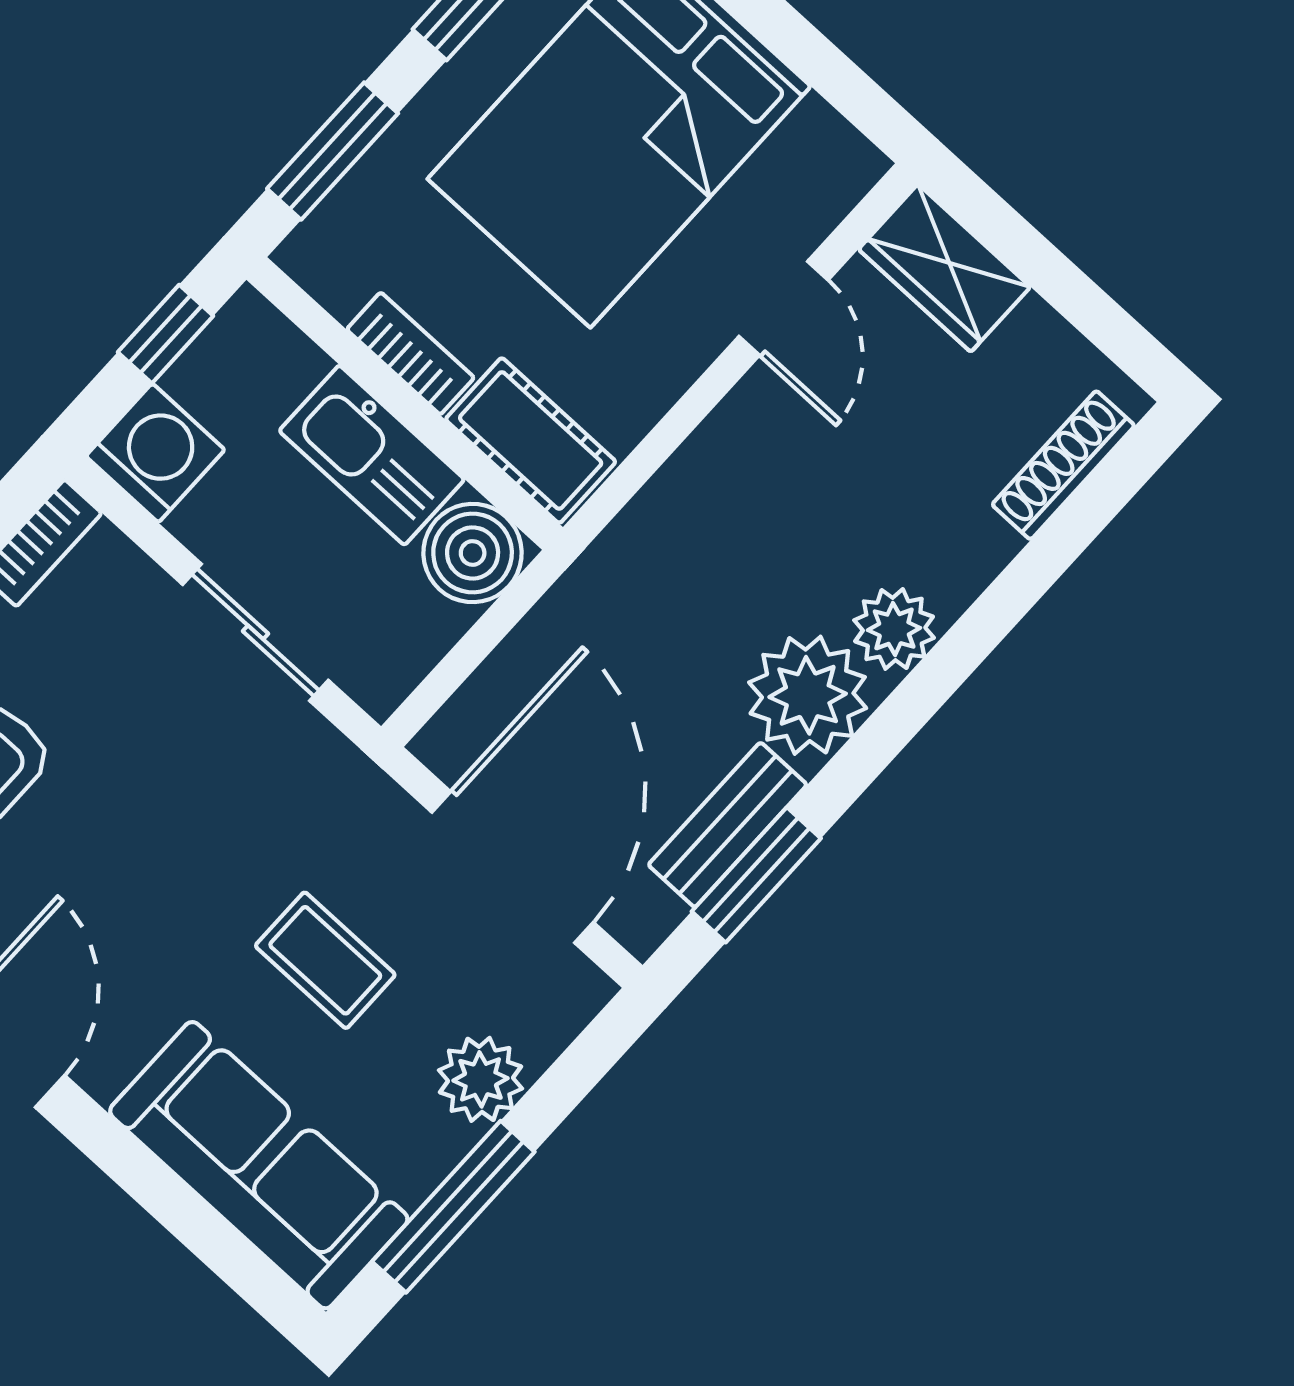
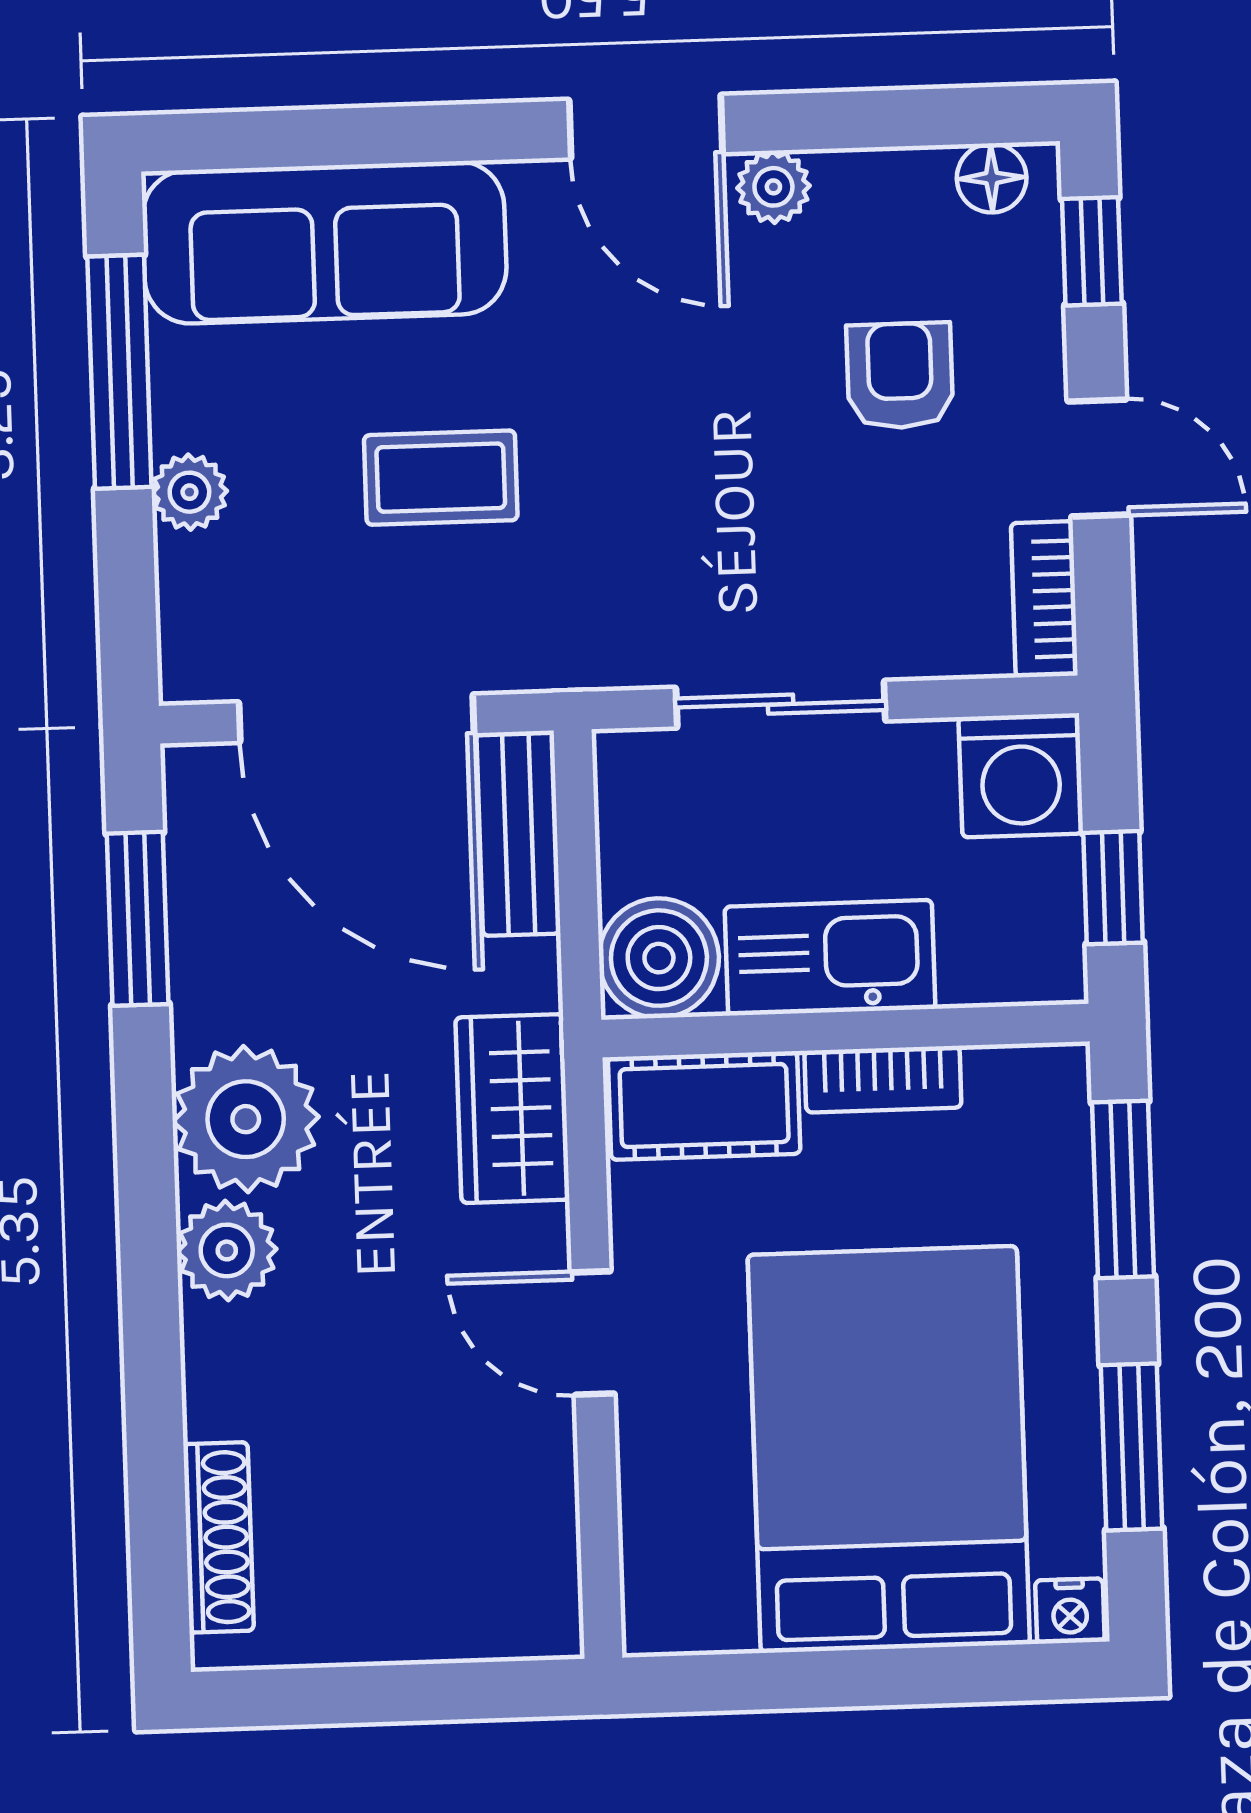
wardrobe: (944, 268) -> (512, 1109), moved, turned -90
door: (783, 308) -> (593, 1333), moved
bench: (728, 825) -> (518, 833), moved
plant: (480, 1079) -> (189, 492), width x0.73, depth x0.73

